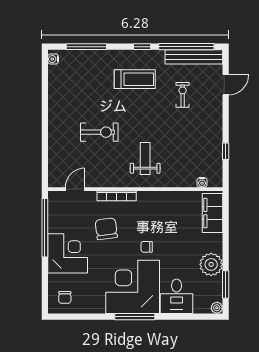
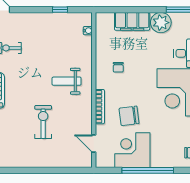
filing cabinet: (212, 213) -> (132, 21), moved
window: (45, 228) -> (148, 170), moved
chair: (147, 247) -> (118, 67), moved
corner desk: (68, 253) -> (132, 150), moved

